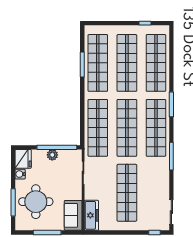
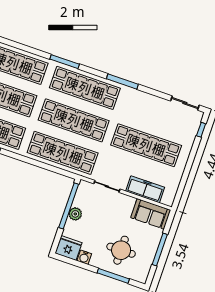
round table: (36, 202) -> (121, 250), width x0.73, depth x0.73
freezer: (91, 215) -> (145, 189), moved

